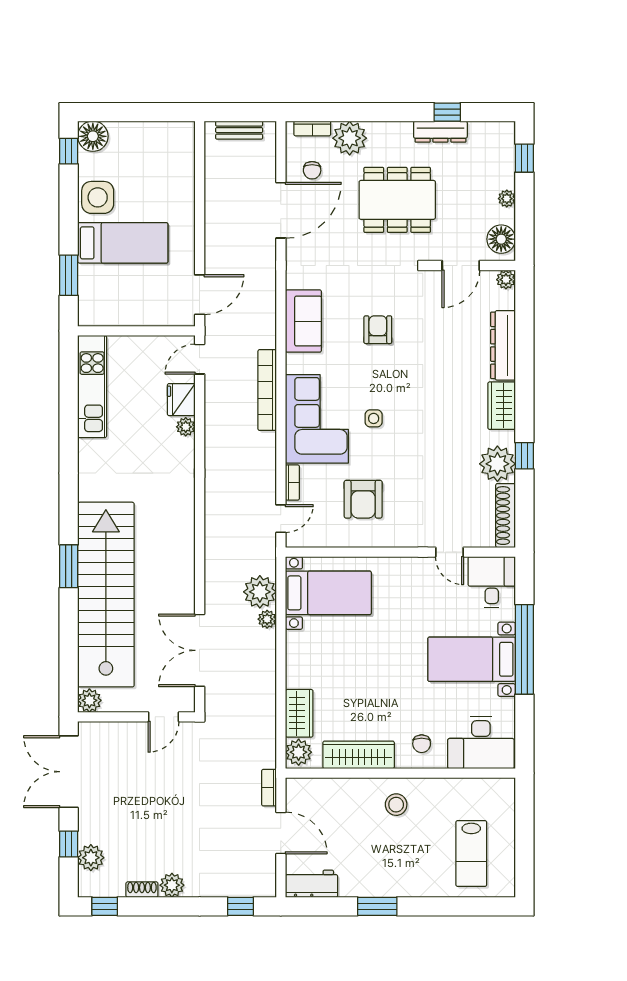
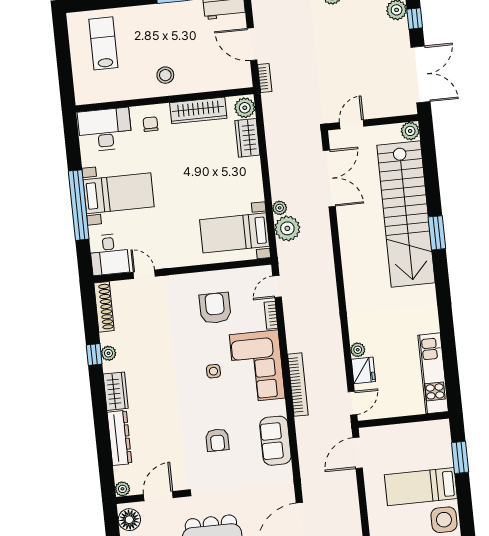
plant: (497, 464) -> (108, 353), width x0.53, depth x0.53

